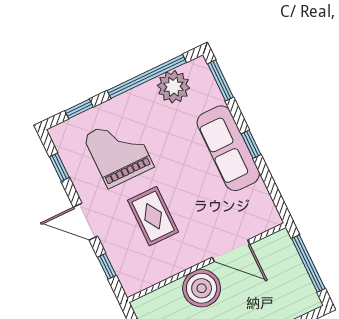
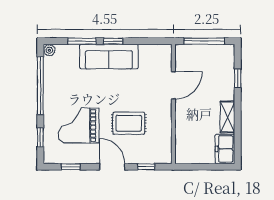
window: (221, 80) -> (82, 41), moved
plant: (173, 87) -> (49, 50), moved, width x0.53, depth x0.53
door: (85, 222) -> (112, 167), swing flipped
boiler: (202, 288) -> (188, 115), removed

